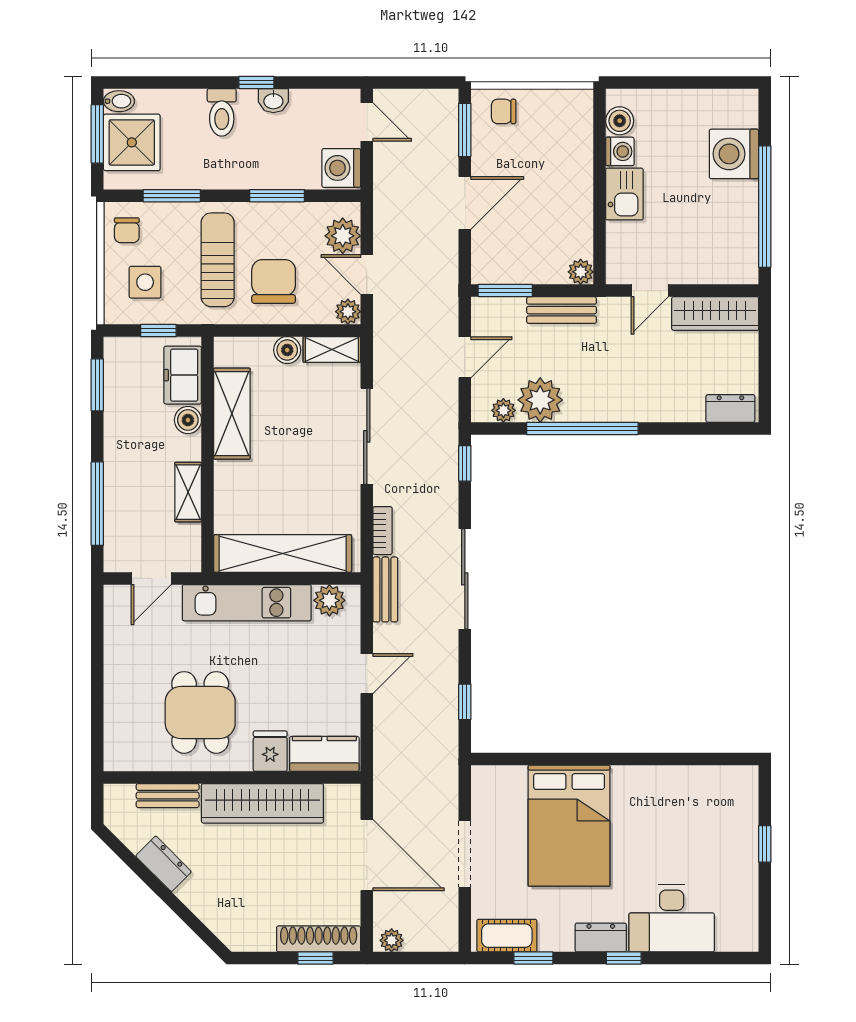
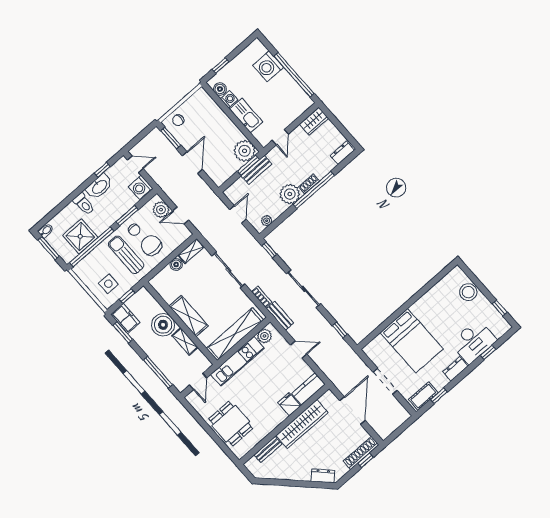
window: (256, 82) -> (102, 170), moved
window: (655, 82) -> (220, 66), added
washbasin: (273, 101) -> (99, 187), width x1.91, depth x1.45
shower: (132, 142) -> (80, 236), moved
kitchen sink: (624, 194) -> (246, 116), width x1.38
window: (172, 196) -> (92, 247), width x2.11
chair: (127, 230) -> (134, 230), moved
plant: (581, 272) -> (245, 151), width x1.88, depth x1.88
window: (505, 291) -> (248, 165), moved
plant: (348, 312) -> (185, 234), removed
wardrobe: (715, 314) -> (314, 121), width x0.67
freezer: (183, 375) -> (125, 318), moved, turned 180
plant: (540, 400) -> (290, 194), moved
shoe rack: (629, 411) -> (309, 184), added
shelving: (232, 414) -> (189, 316), moved
boiler: (188, 420) -> (163, 325), width x1.86, depth x1.86
window: (582, 428) -> (314, 190), moved
door: (367, 674) -> (299, 350), hinge flipped
dining table: (200, 712) -> (231, 424), moved
stool: (736, 828) -> (468, 292), added
window: (765, 844) -> (500, 308), moved
door: (367, 855) -> (352, 410), hinge flipped
dresser: (164, 864) -> (323, 476), moved
plant: (392, 940) -> (386, 432), removed
window: (624, 958) -> (488, 352), moved

